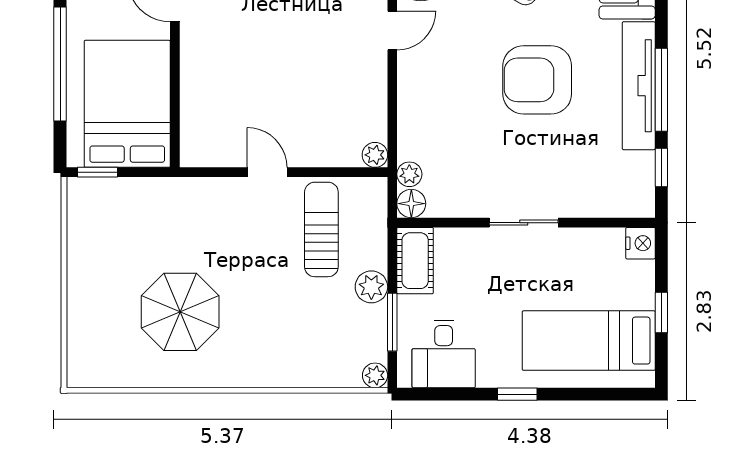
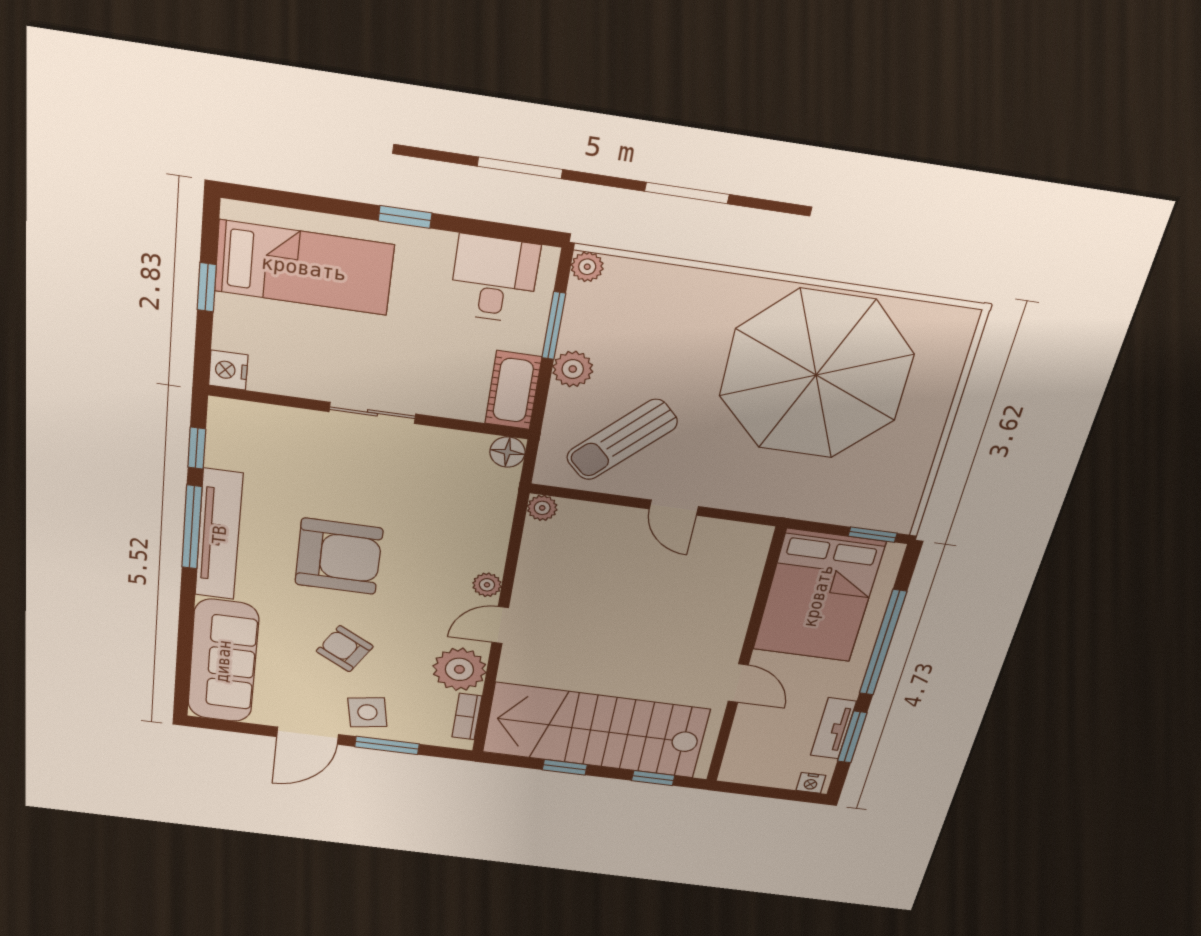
plant: (409, 174) -> (487, 585), moved
sun lounger: (321, 229) -> (622, 440), turned 45
parasol: (180, 312) -> (816, 375), width x1.86, depth x1.86

